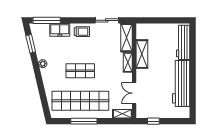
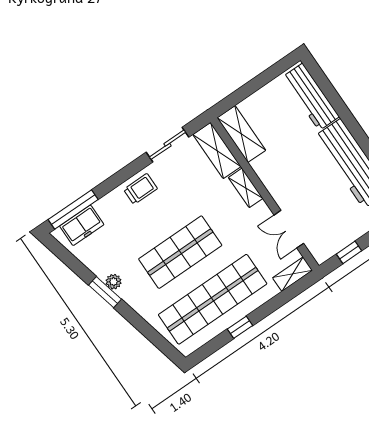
freezer: (60, 30) -> (82, 225), moved
window: (31, 44) -> (105, 292), moved
shelving: (142, 54) -> (241, 134), moved
shop shelf: (80, 71) -> (180, 252), width x1.43, depth x1.36
window: (84, 121) -> (240, 327), width x0.46

